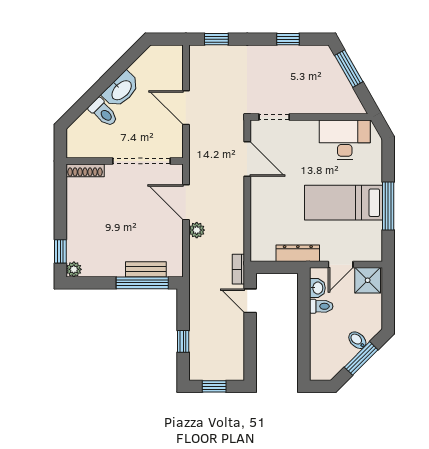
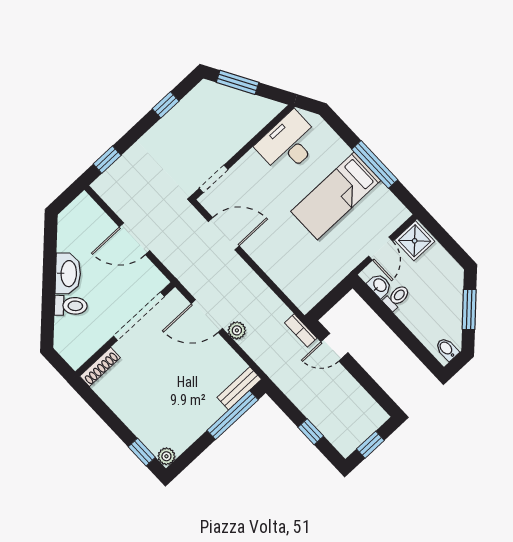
dresser: (298, 253) -> (337, 272), removed
bench: (146, 269) -> (239, 388), moved
bidet: (357, 340) -> (447, 349), moved, turned 45

